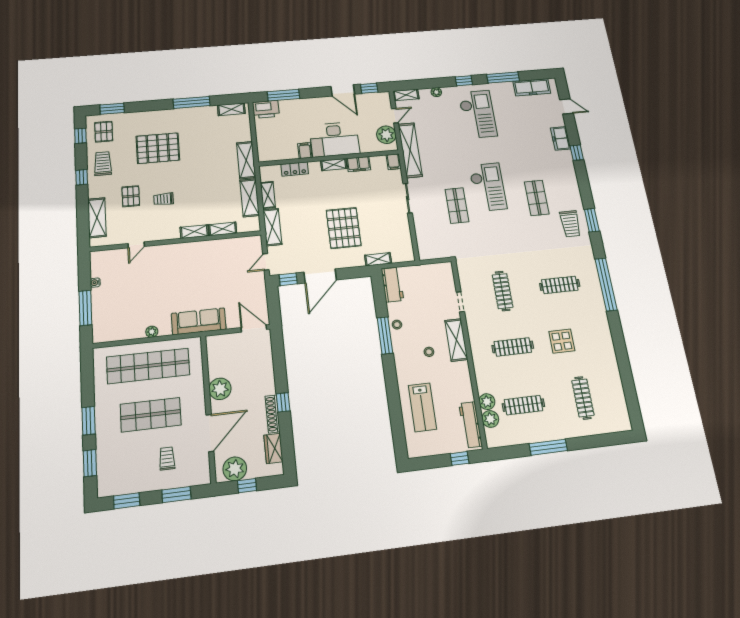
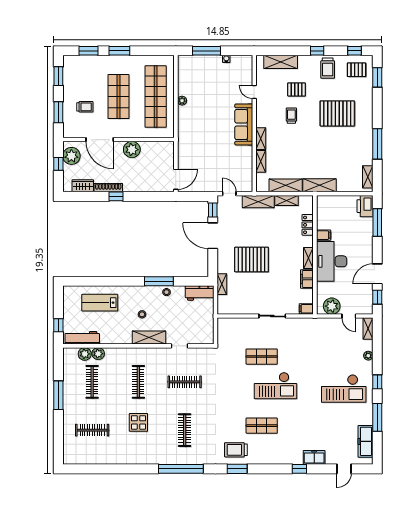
pallet: (158, 148) -> (337, 113), turned 90
shelving: (410, 150) -> (316, 325), removed
trolley: (103, 164) -> (328, 68), turned 90
sofa: (199, 321) -> (244, 125), moved, turned 180

